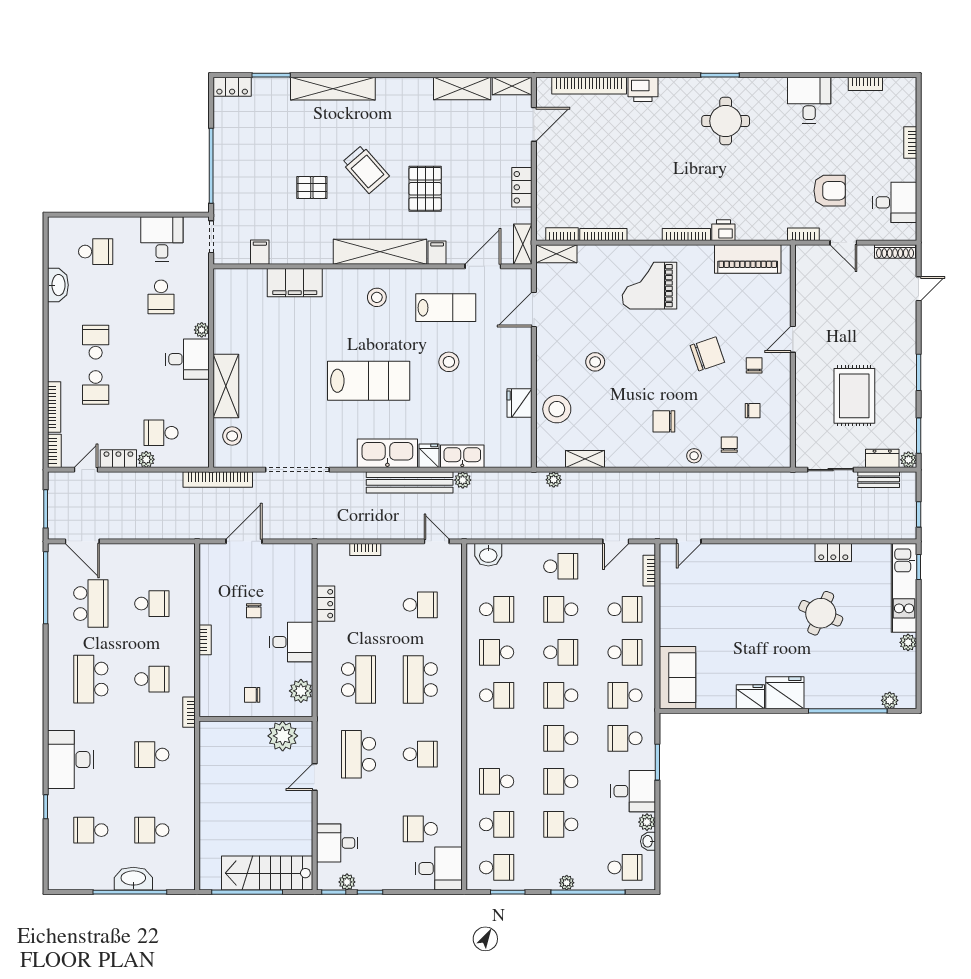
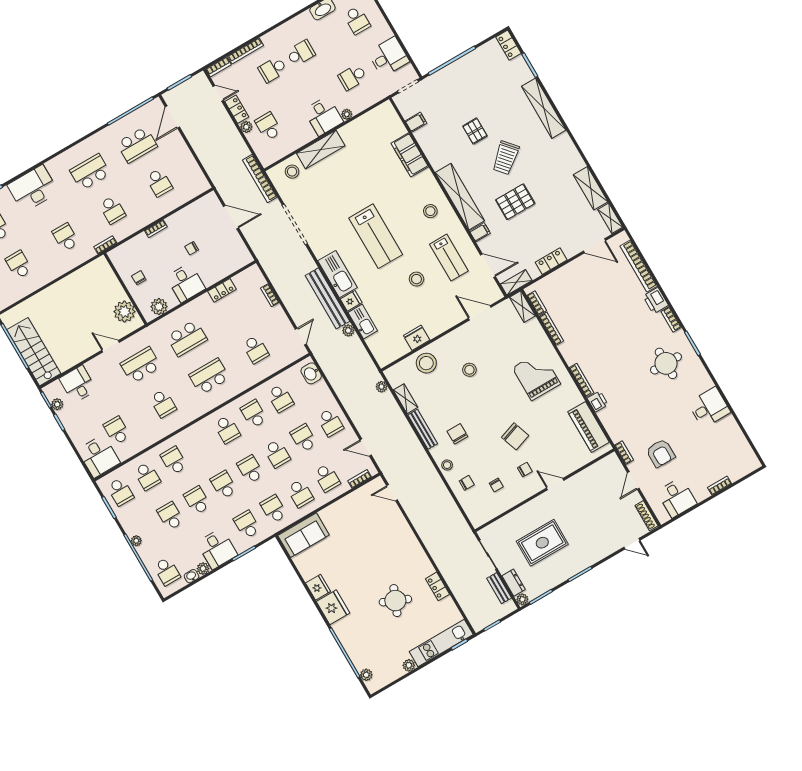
bookcase: (865, 84) -> (671, 319), moved
bench: (634, 460) -> (423, 429), added

